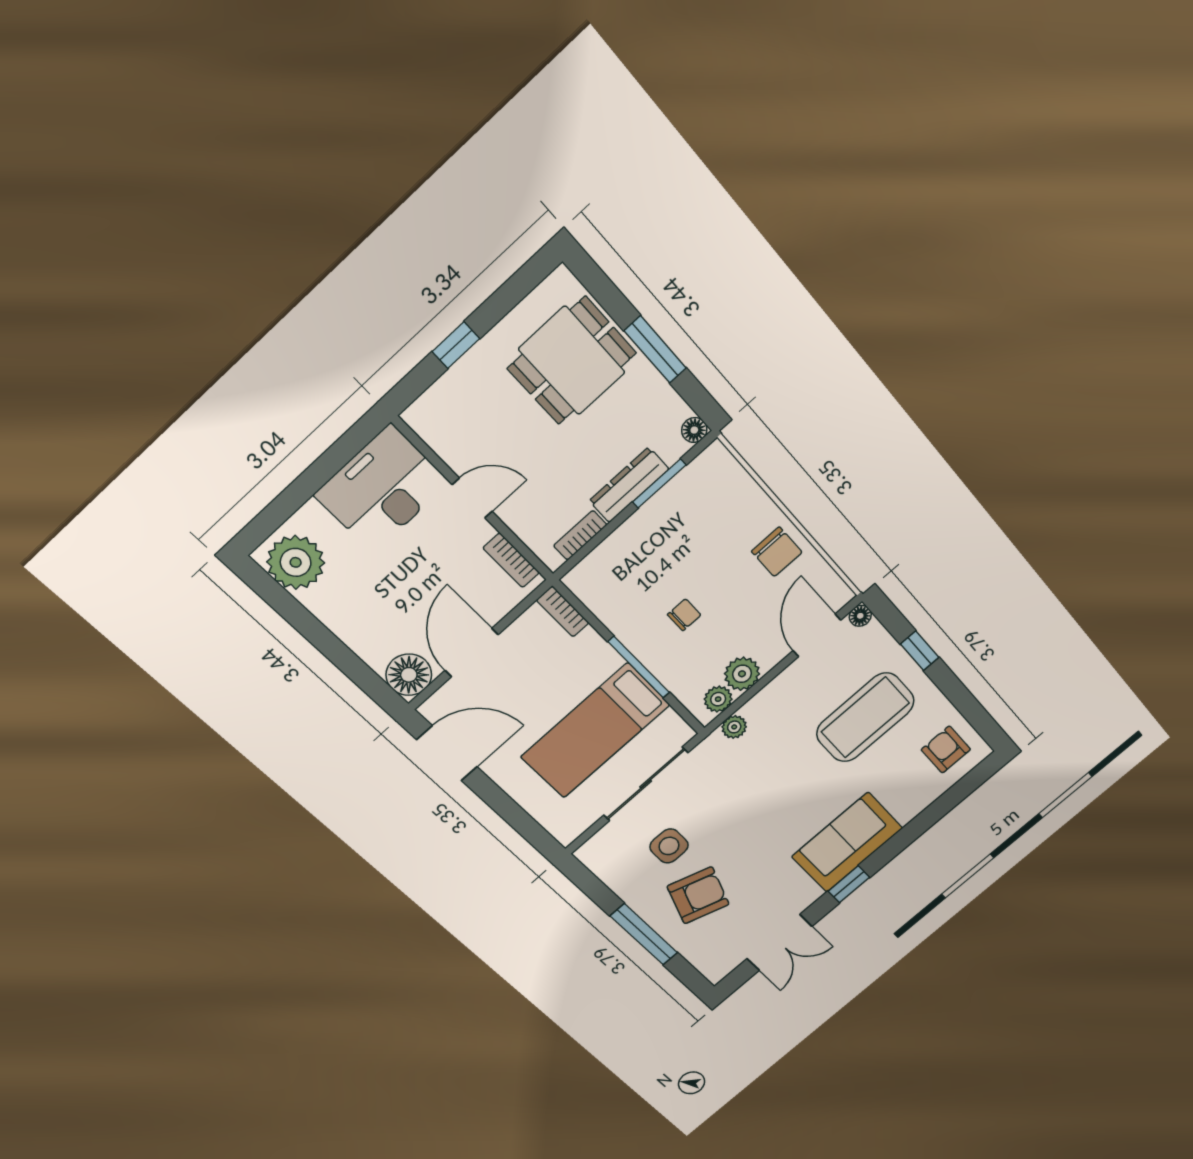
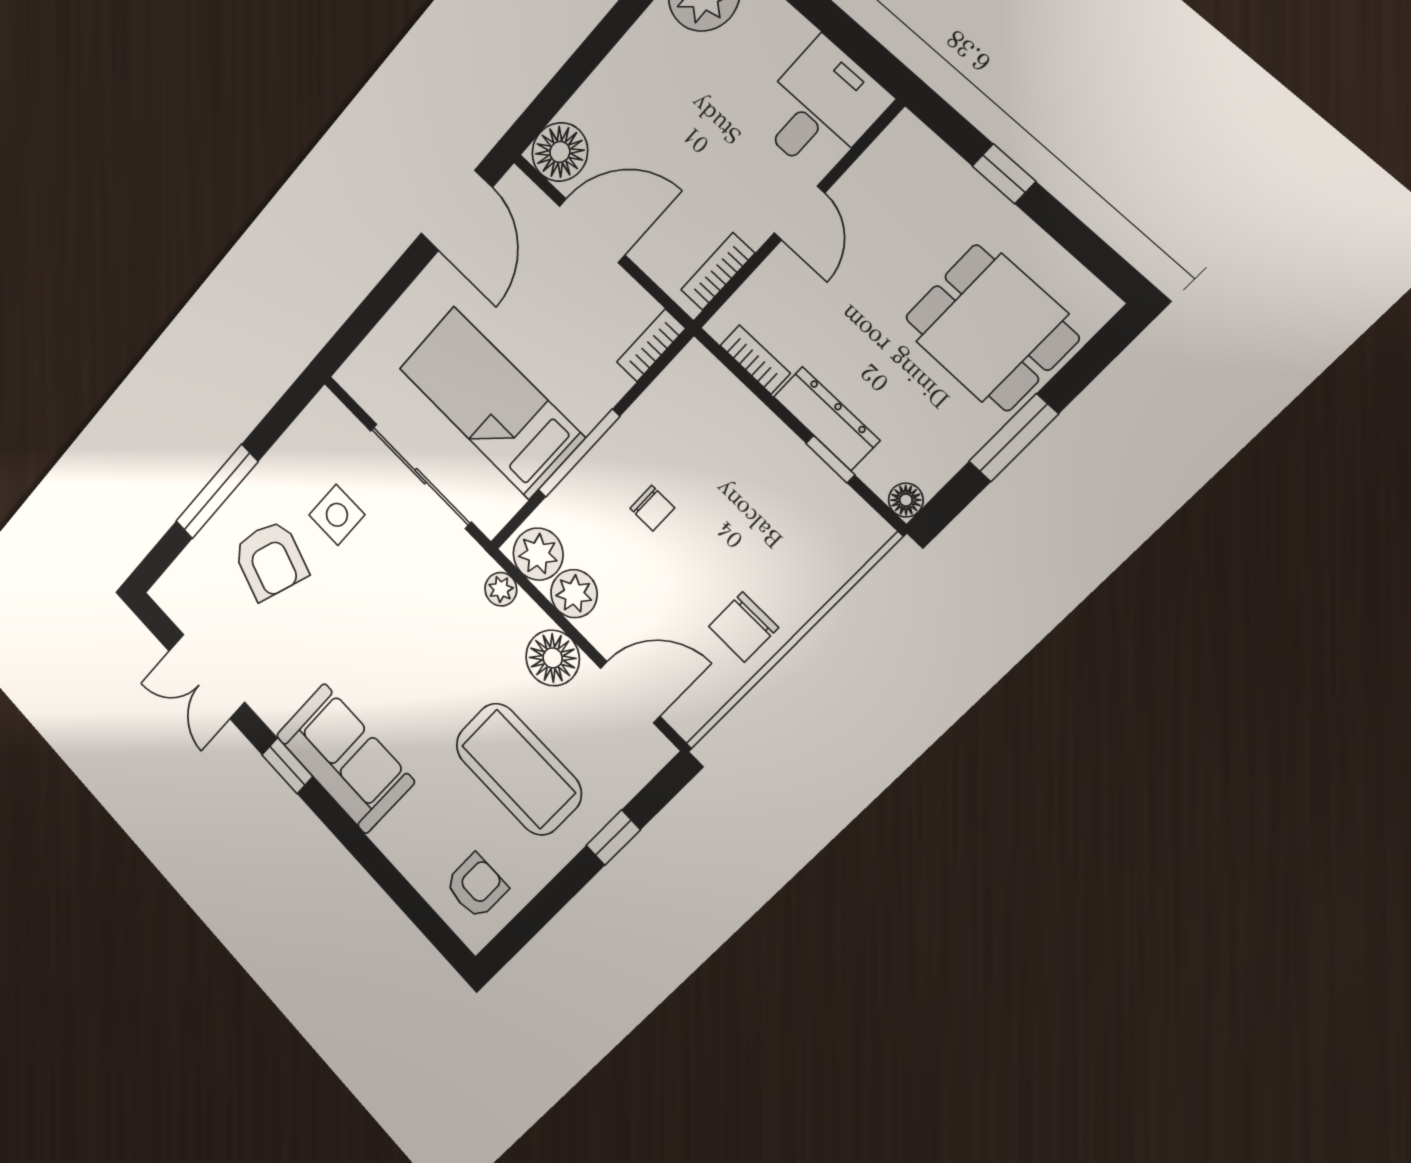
window: (659, 484) -> (830, 459), width x0.67
desk: (382, 489) -> (820, 108), width x0.73
floor lamp: (860, 616) -> (553, 658), moved, width x1.89, depth x1.89
plant: (718, 699) -> (538, 554), width x1.38, depth x1.38

